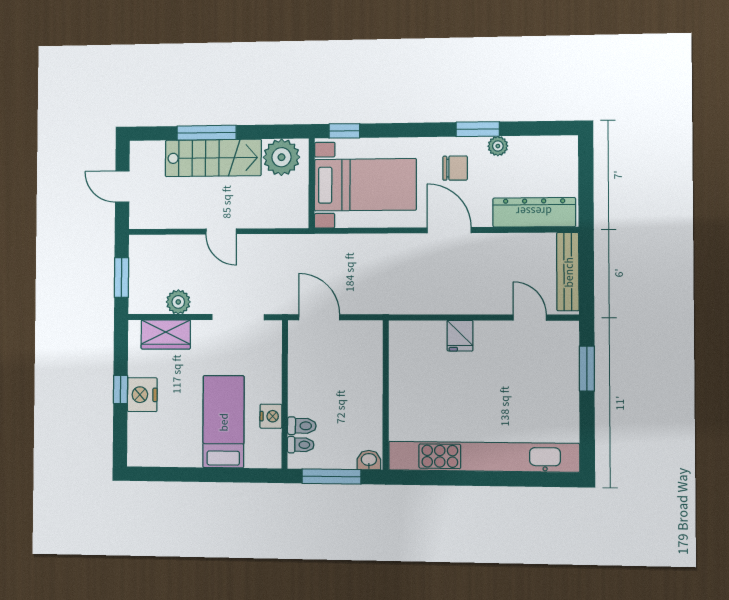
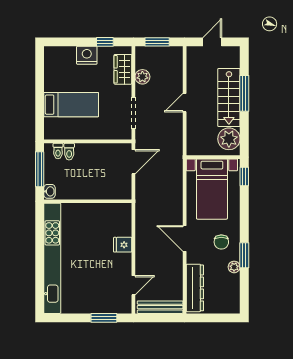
door: (449, 230) -> (185, 238), swing flipped
window: (121, 389) -> (105, 42), moved
nightstand: (271, 416) -> (75, 133), removed

